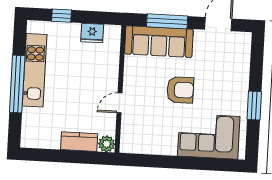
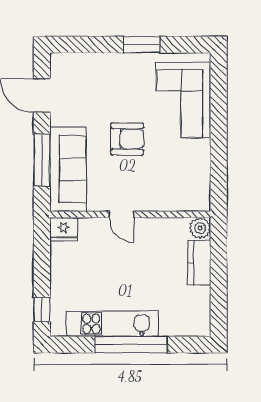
window: (62, 16) -> (42, 310), moved
fridge: (92, 33) -> (63, 229), moved, turned 90
armchair: (180, 90) -> (127, 139), turned 90
door: (120, 103) -> (121, 214), moved

